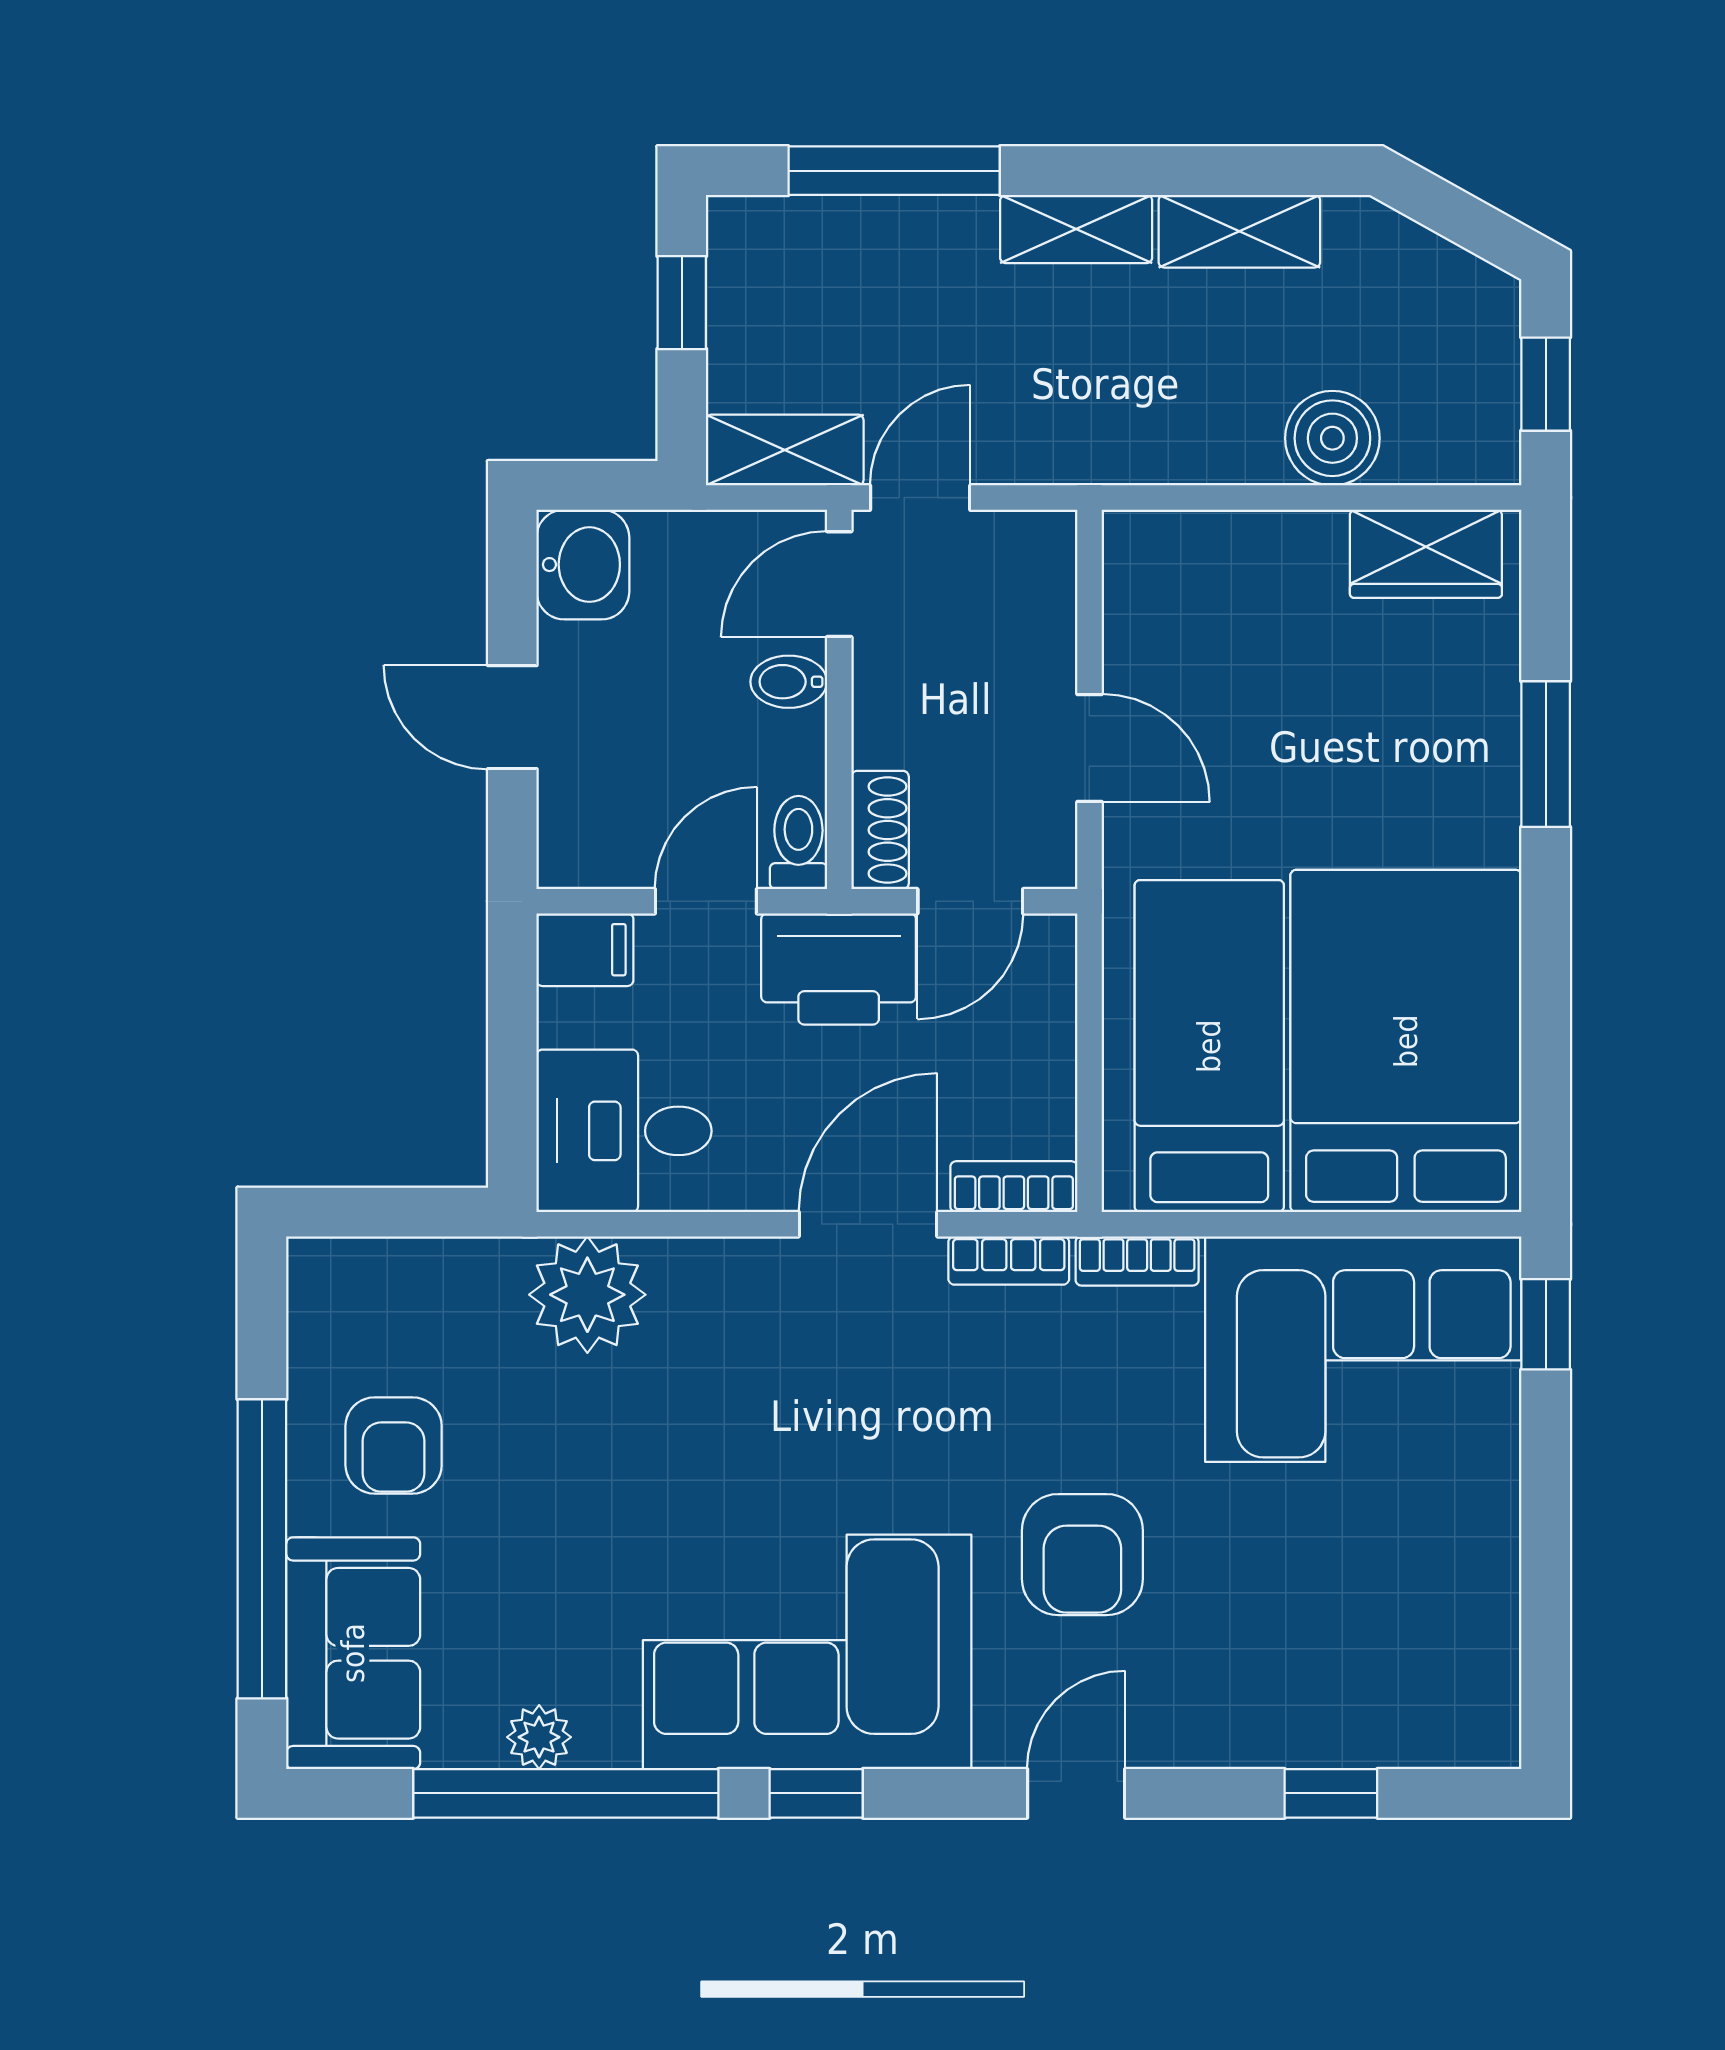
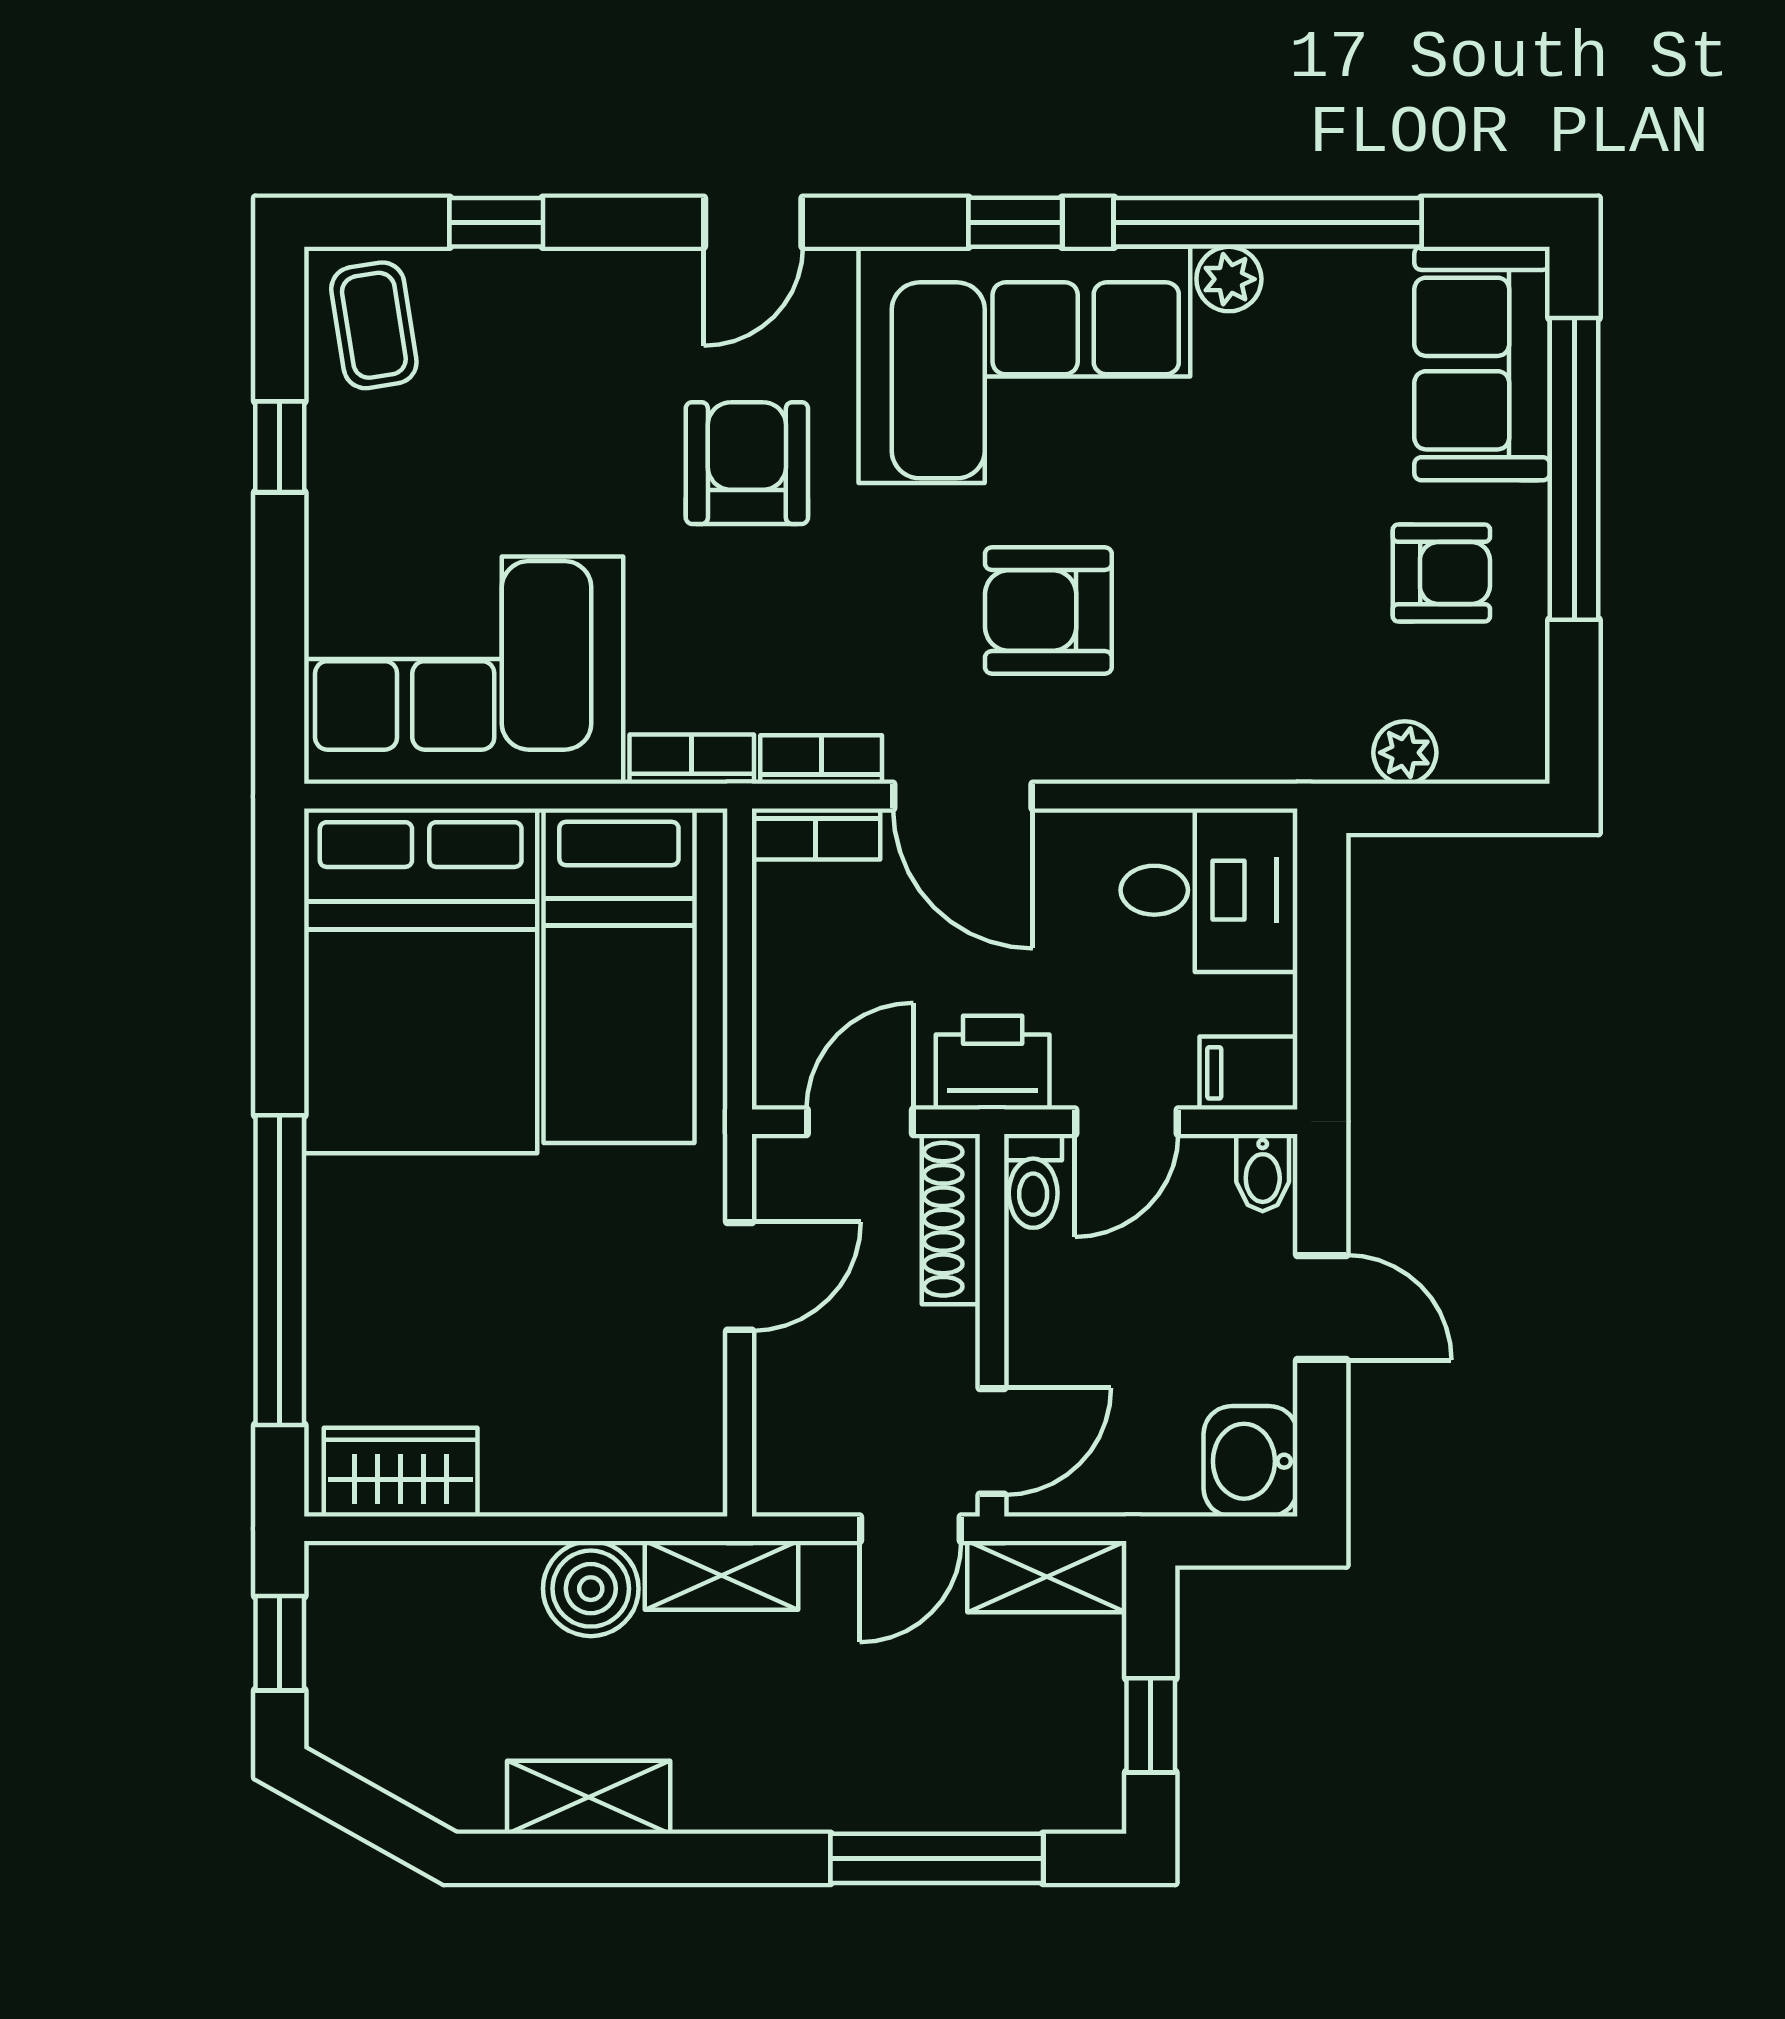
shelving: (1076, 229) -> (722, 1575), moved
boiler: (1332, 438) -> (591, 1589), moved
bidet: (789, 682) -> (1263, 1173), moved, turned 90
door: (1089, 748) -> (740, 1276), swing flipped
window: (1546, 754) -> (280, 1270), width x2.11
shoe rack: (880, 830) -> (951, 1219), width x1.43
printer: (839, 969) -> (993, 1063), width x0.73, depth x0.84
door: (868, 1224) -> (963, 796), hinge flipped
plant: (587, 1295) -> (1405, 753), moved, width x0.53, depth x0.53
window: (1546, 1324) -> (280, 447), moved
armchair: (783, 1408) -> (1048, 610), added
armchair: (394, 1446) -> (1441, 573), turned 90
coffee table: (1452, 1691) -> (374, 325), added
plant: (539, 1737) -> (1229, 279), moved

